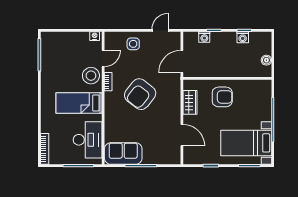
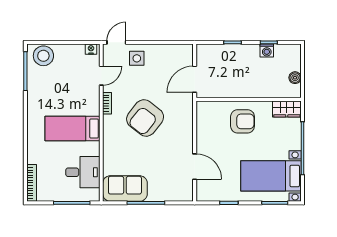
door: (160, 30) -> (116, 42), moved
washing machine: (204, 37) -> (221, 50), removed
stool: (91, 76) -> (43, 56), moved
wardrobe: (190, 102) -> (287, 109), moved, turned 90
desk: (88, 140) -> (83, 172), width x0.73

